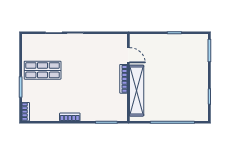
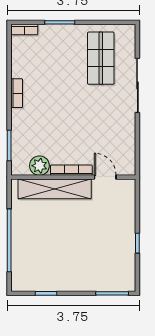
door: (128, 55) -> (105, 177), swing flipped
shop shelf: (43, 70) -> (101, 58), moved
plant: (120, 101) -> (39, 166), added

